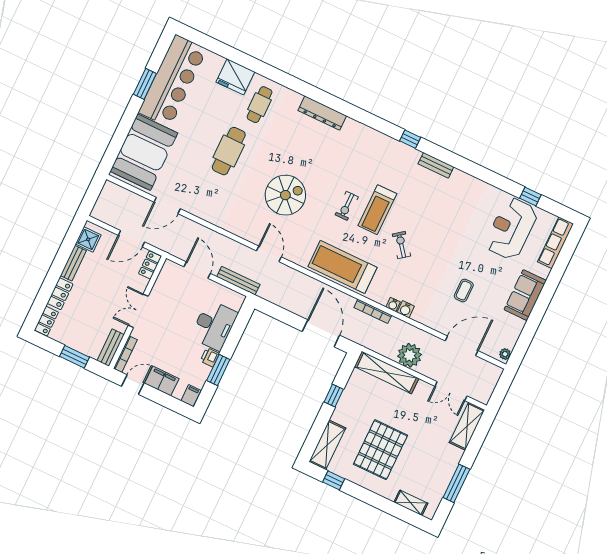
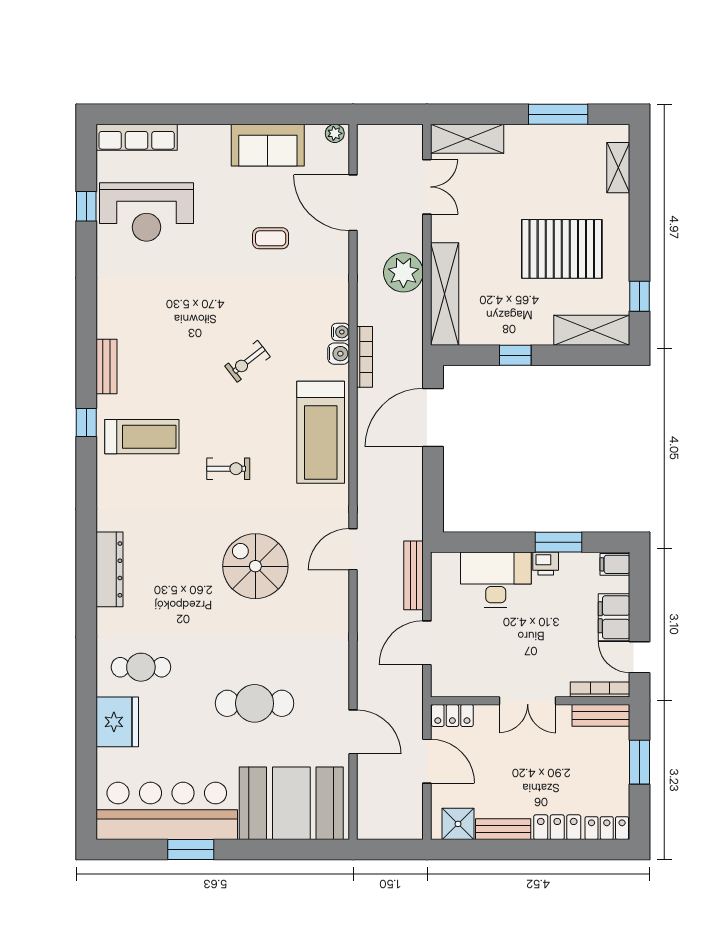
cafe table: (229, 151) -> (255, 703), moved
treadmill: (377, 210) -> (142, 437), moved
sofa: (525, 295) -> (268, 145), moved
water cooler: (406, 309) -> (339, 354), moved

